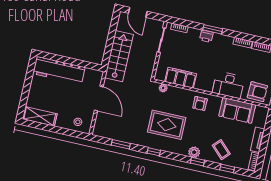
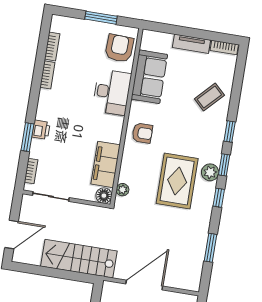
window: (213, 29) -> (27, 137), moved
floor lamp: (160, 75) -> (104, 196), added
plant: (194, 152) -> (210, 172), moved
window: (227, 168) -> (224, 165), moved

